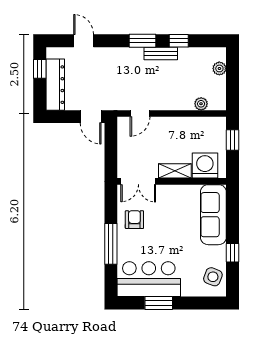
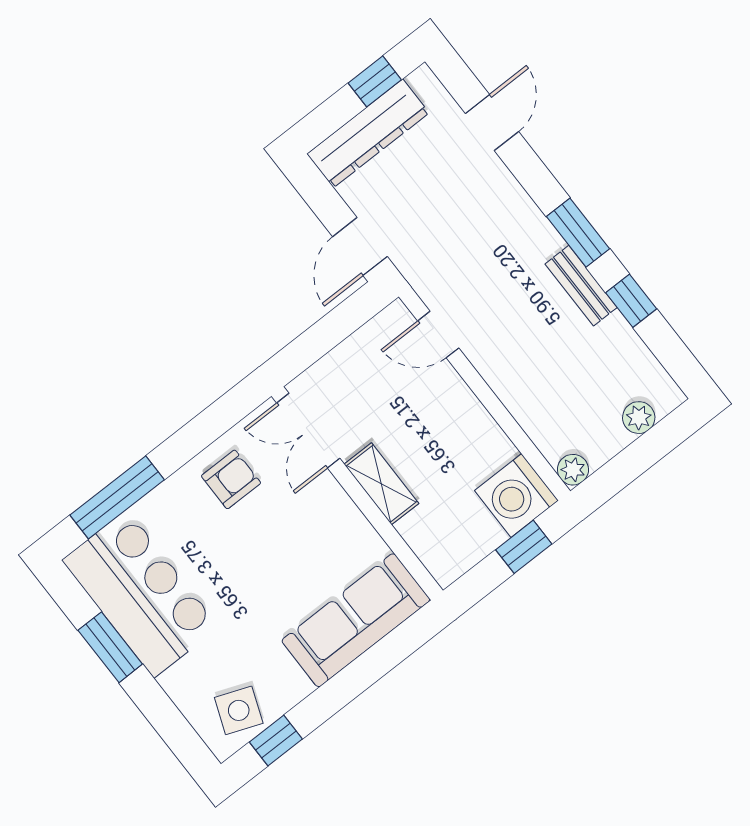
plant: (201, 104) -> (573, 470), moved
washing machine: (205, 166) -> (516, 495), moved, turned 180
window: (111, 244) -> (117, 497), moved
window: (232, 253) -> (276, 740), moved

